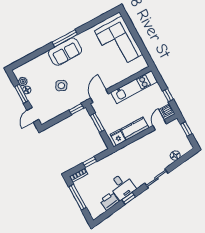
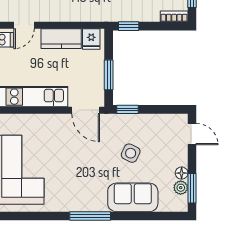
sofa: (65, 52) -> (133, 197), moved
window: (21, 94) -> (192, 188), moved
door: (99, 96) -> (86, 110), hinge flipped
door: (33, 115) -> (192, 134), hinge flipped
window: (90, 162) -> (129, 26), moved

